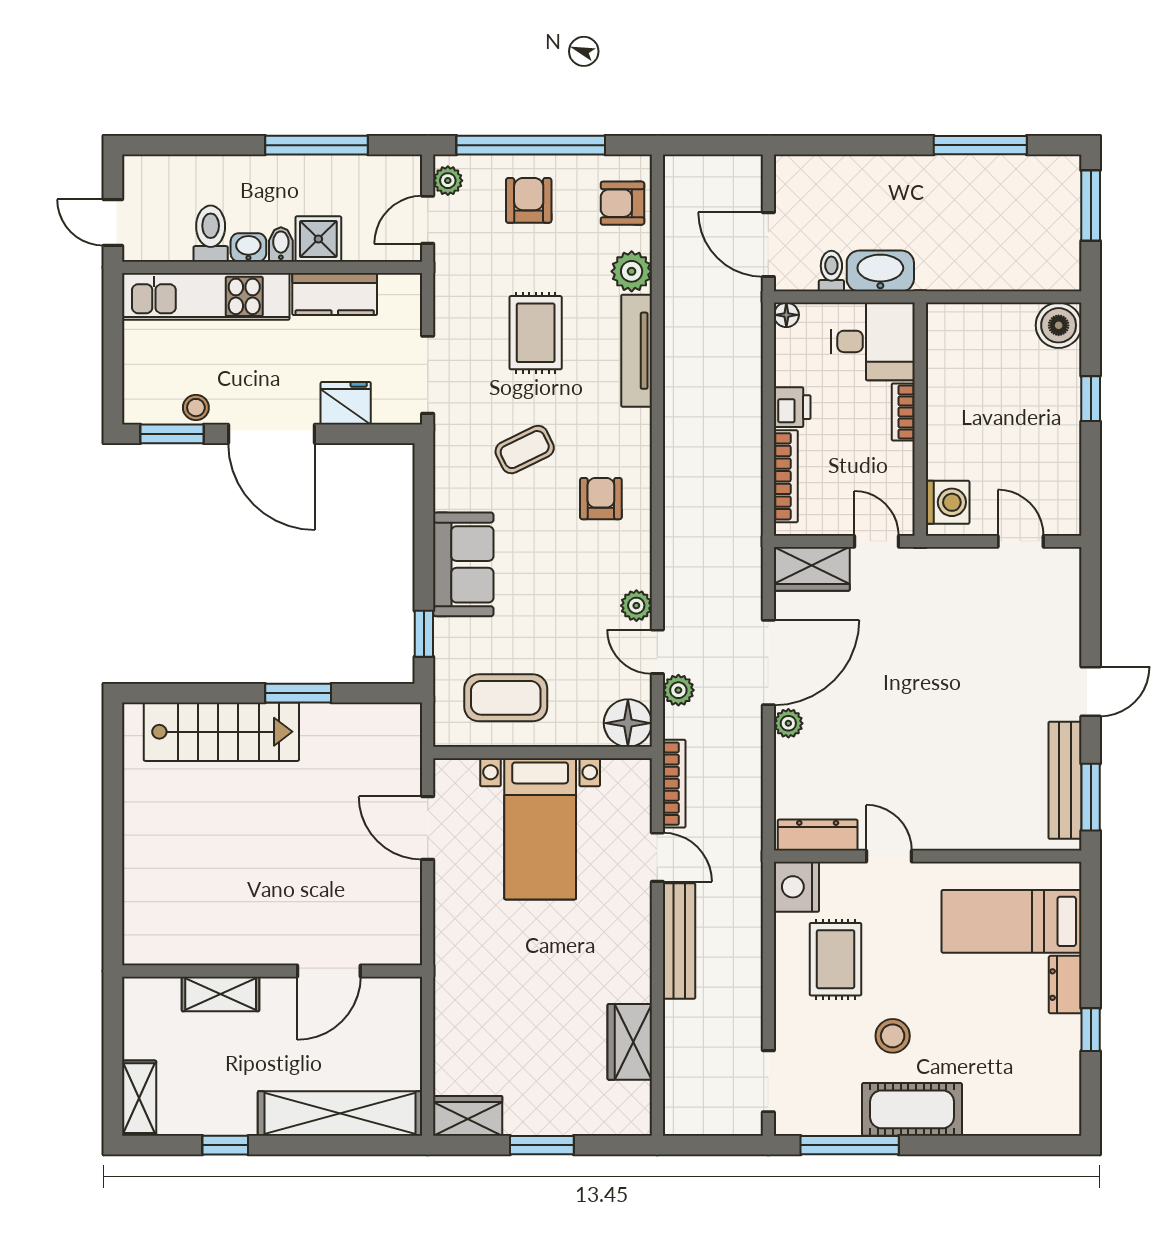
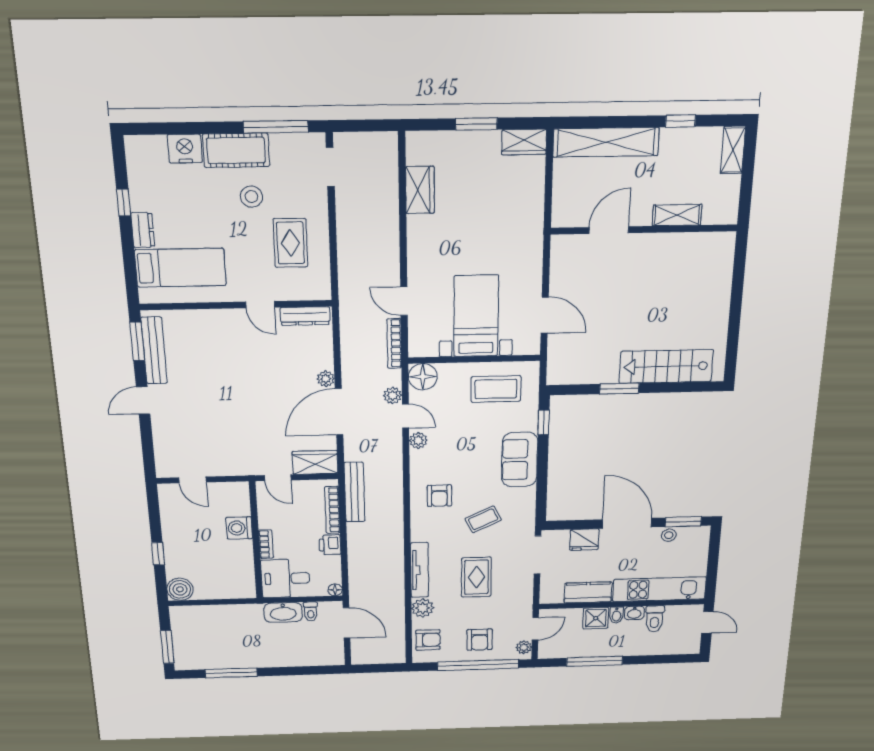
washing machine: (948, 502) -> (239, 528), moved
nightstand: (796, 887) -> (185, 149), moved, turned -90
bench: (679, 941) -> (355, 492), moved

